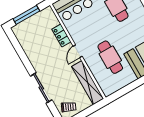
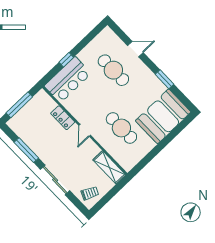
window: (23, 56) -> (26, 150), added
shelving: (88, 83) -> (109, 167), width x0.68

